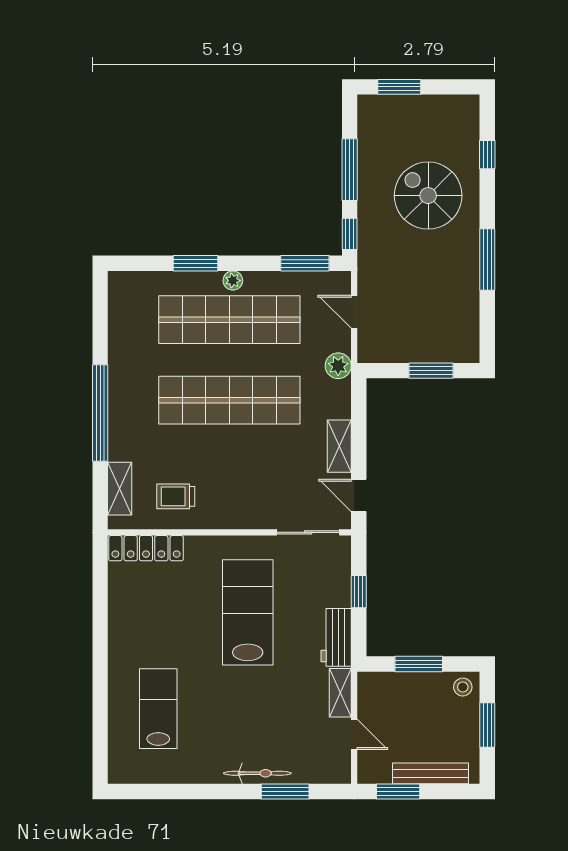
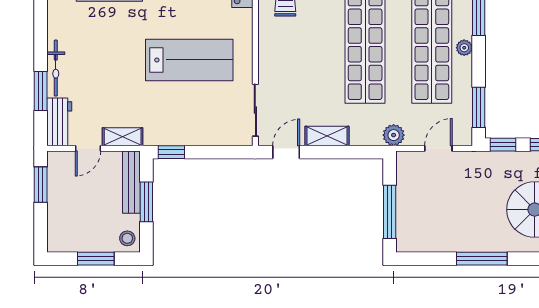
window: (431, 371) -> (390, 212), width x1.44
window: (359, 592) -> (171, 152), moved
workbench: (336, 637) -> (59, 122), moved, turned 90
bench: (430, 773) -> (131, 182), moved

